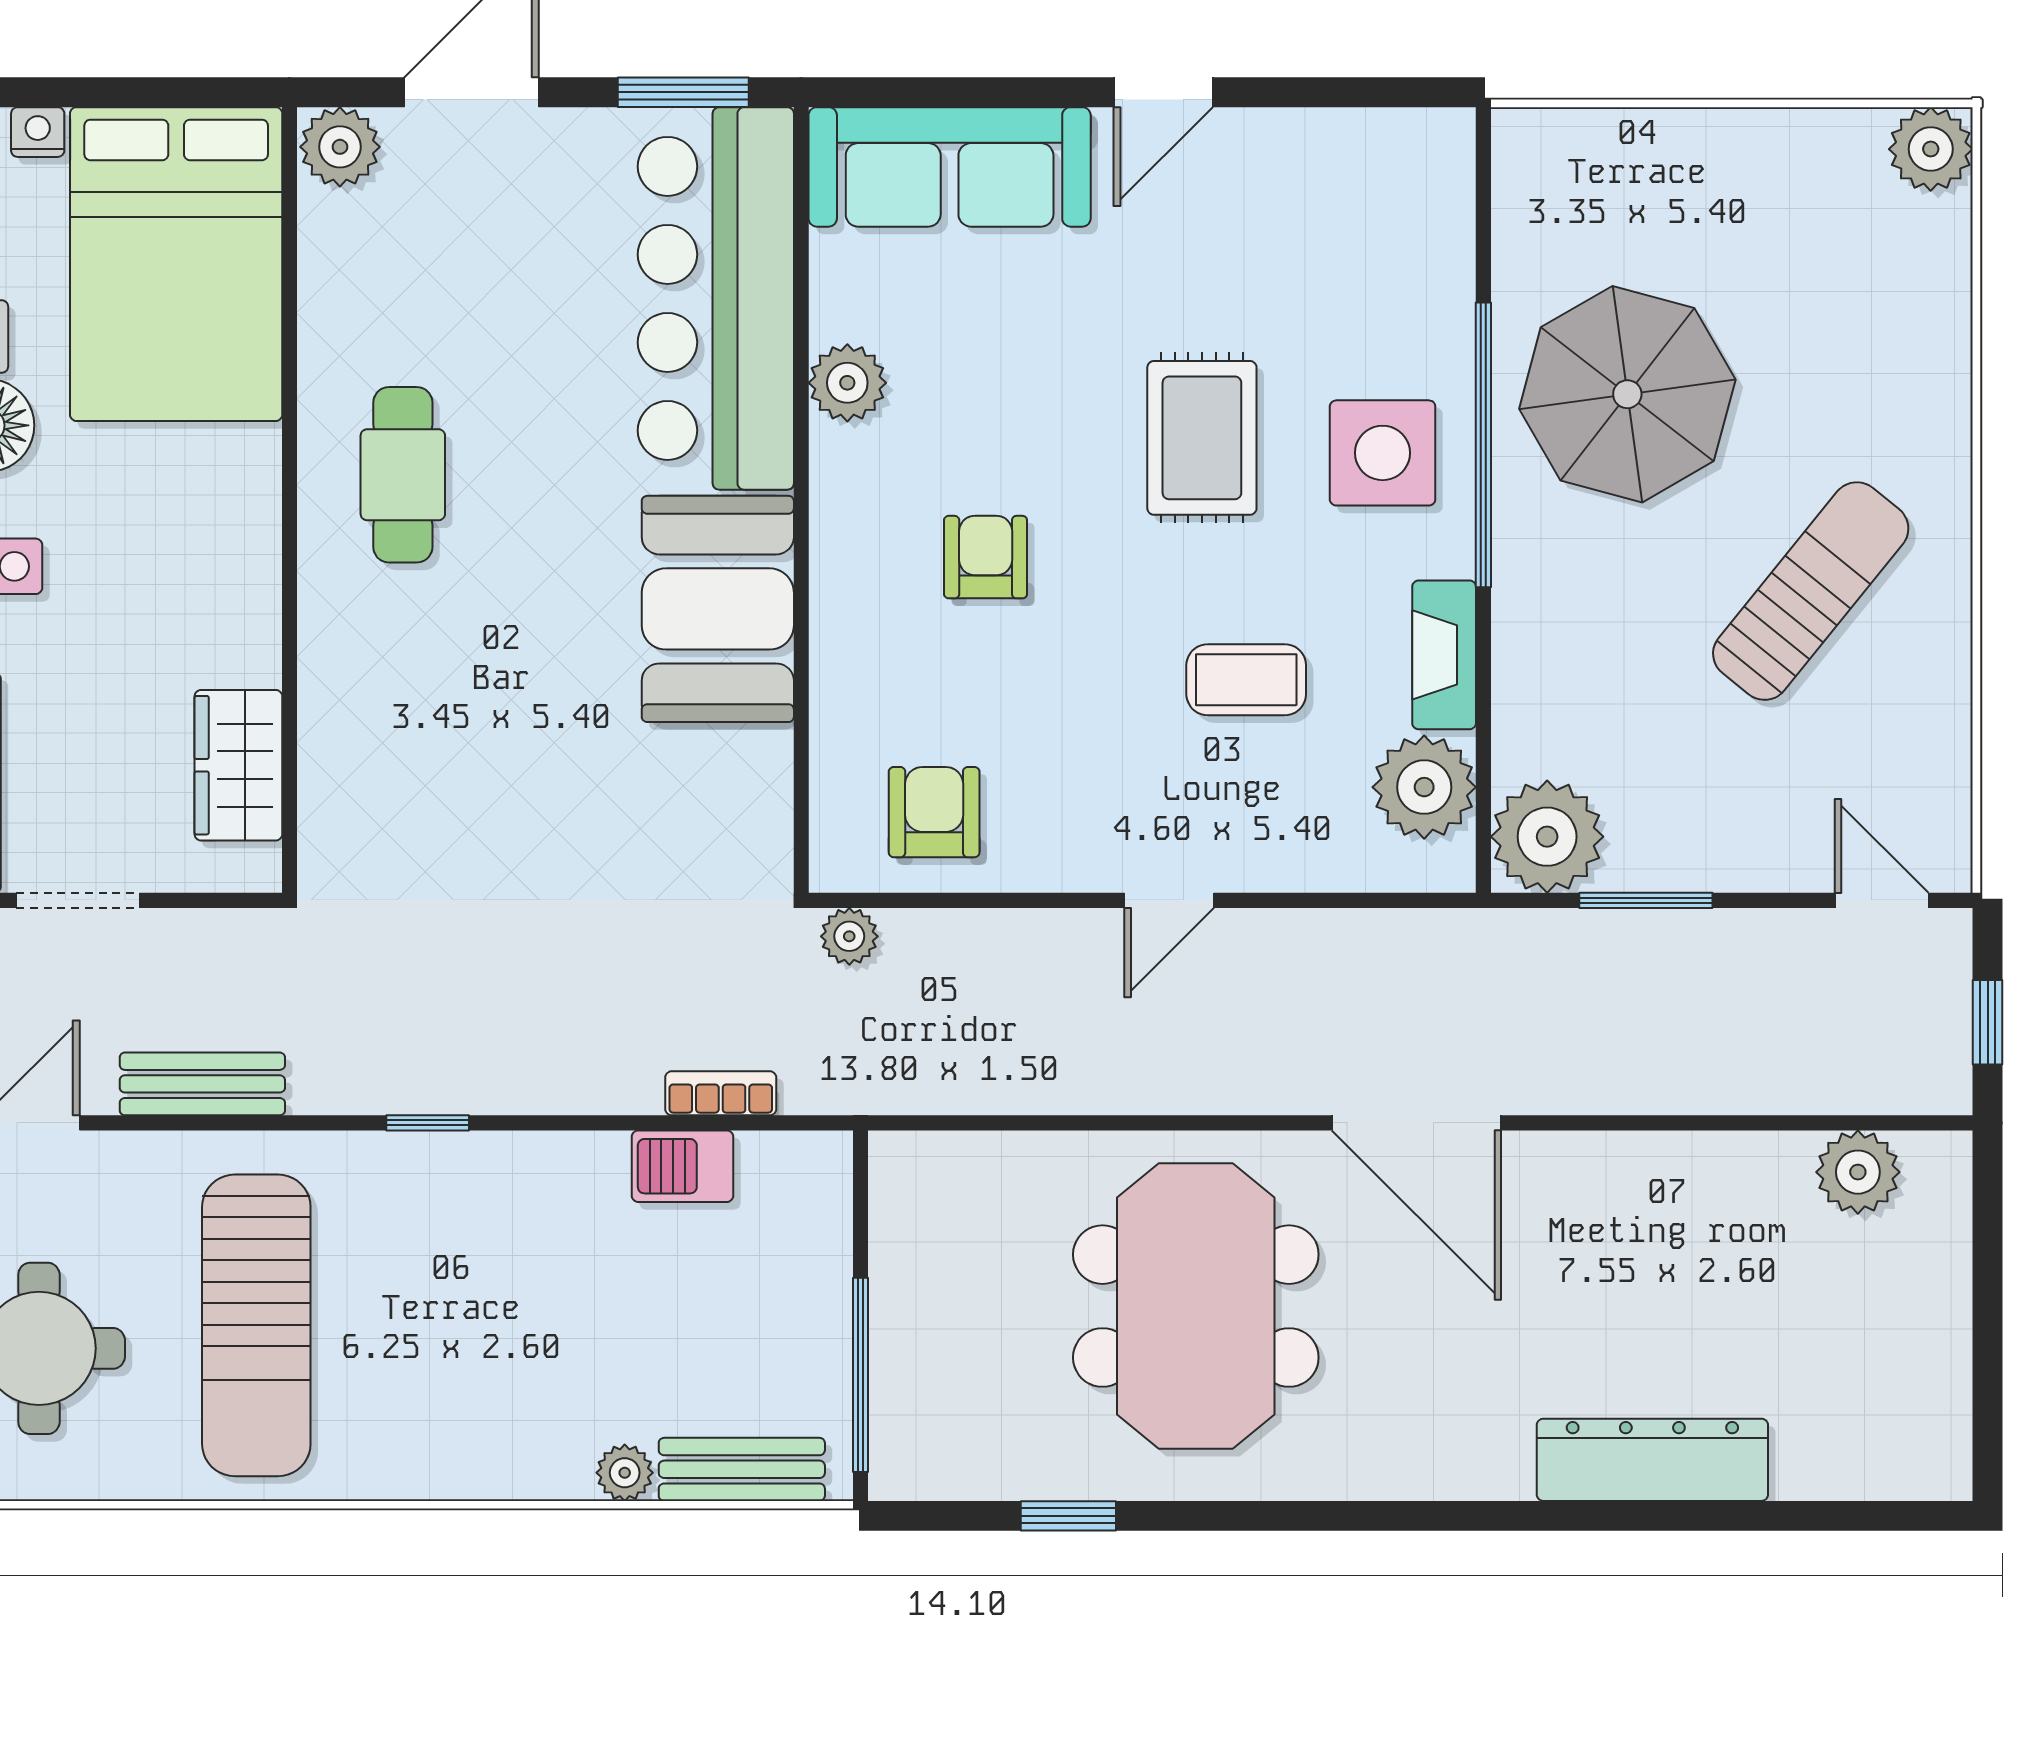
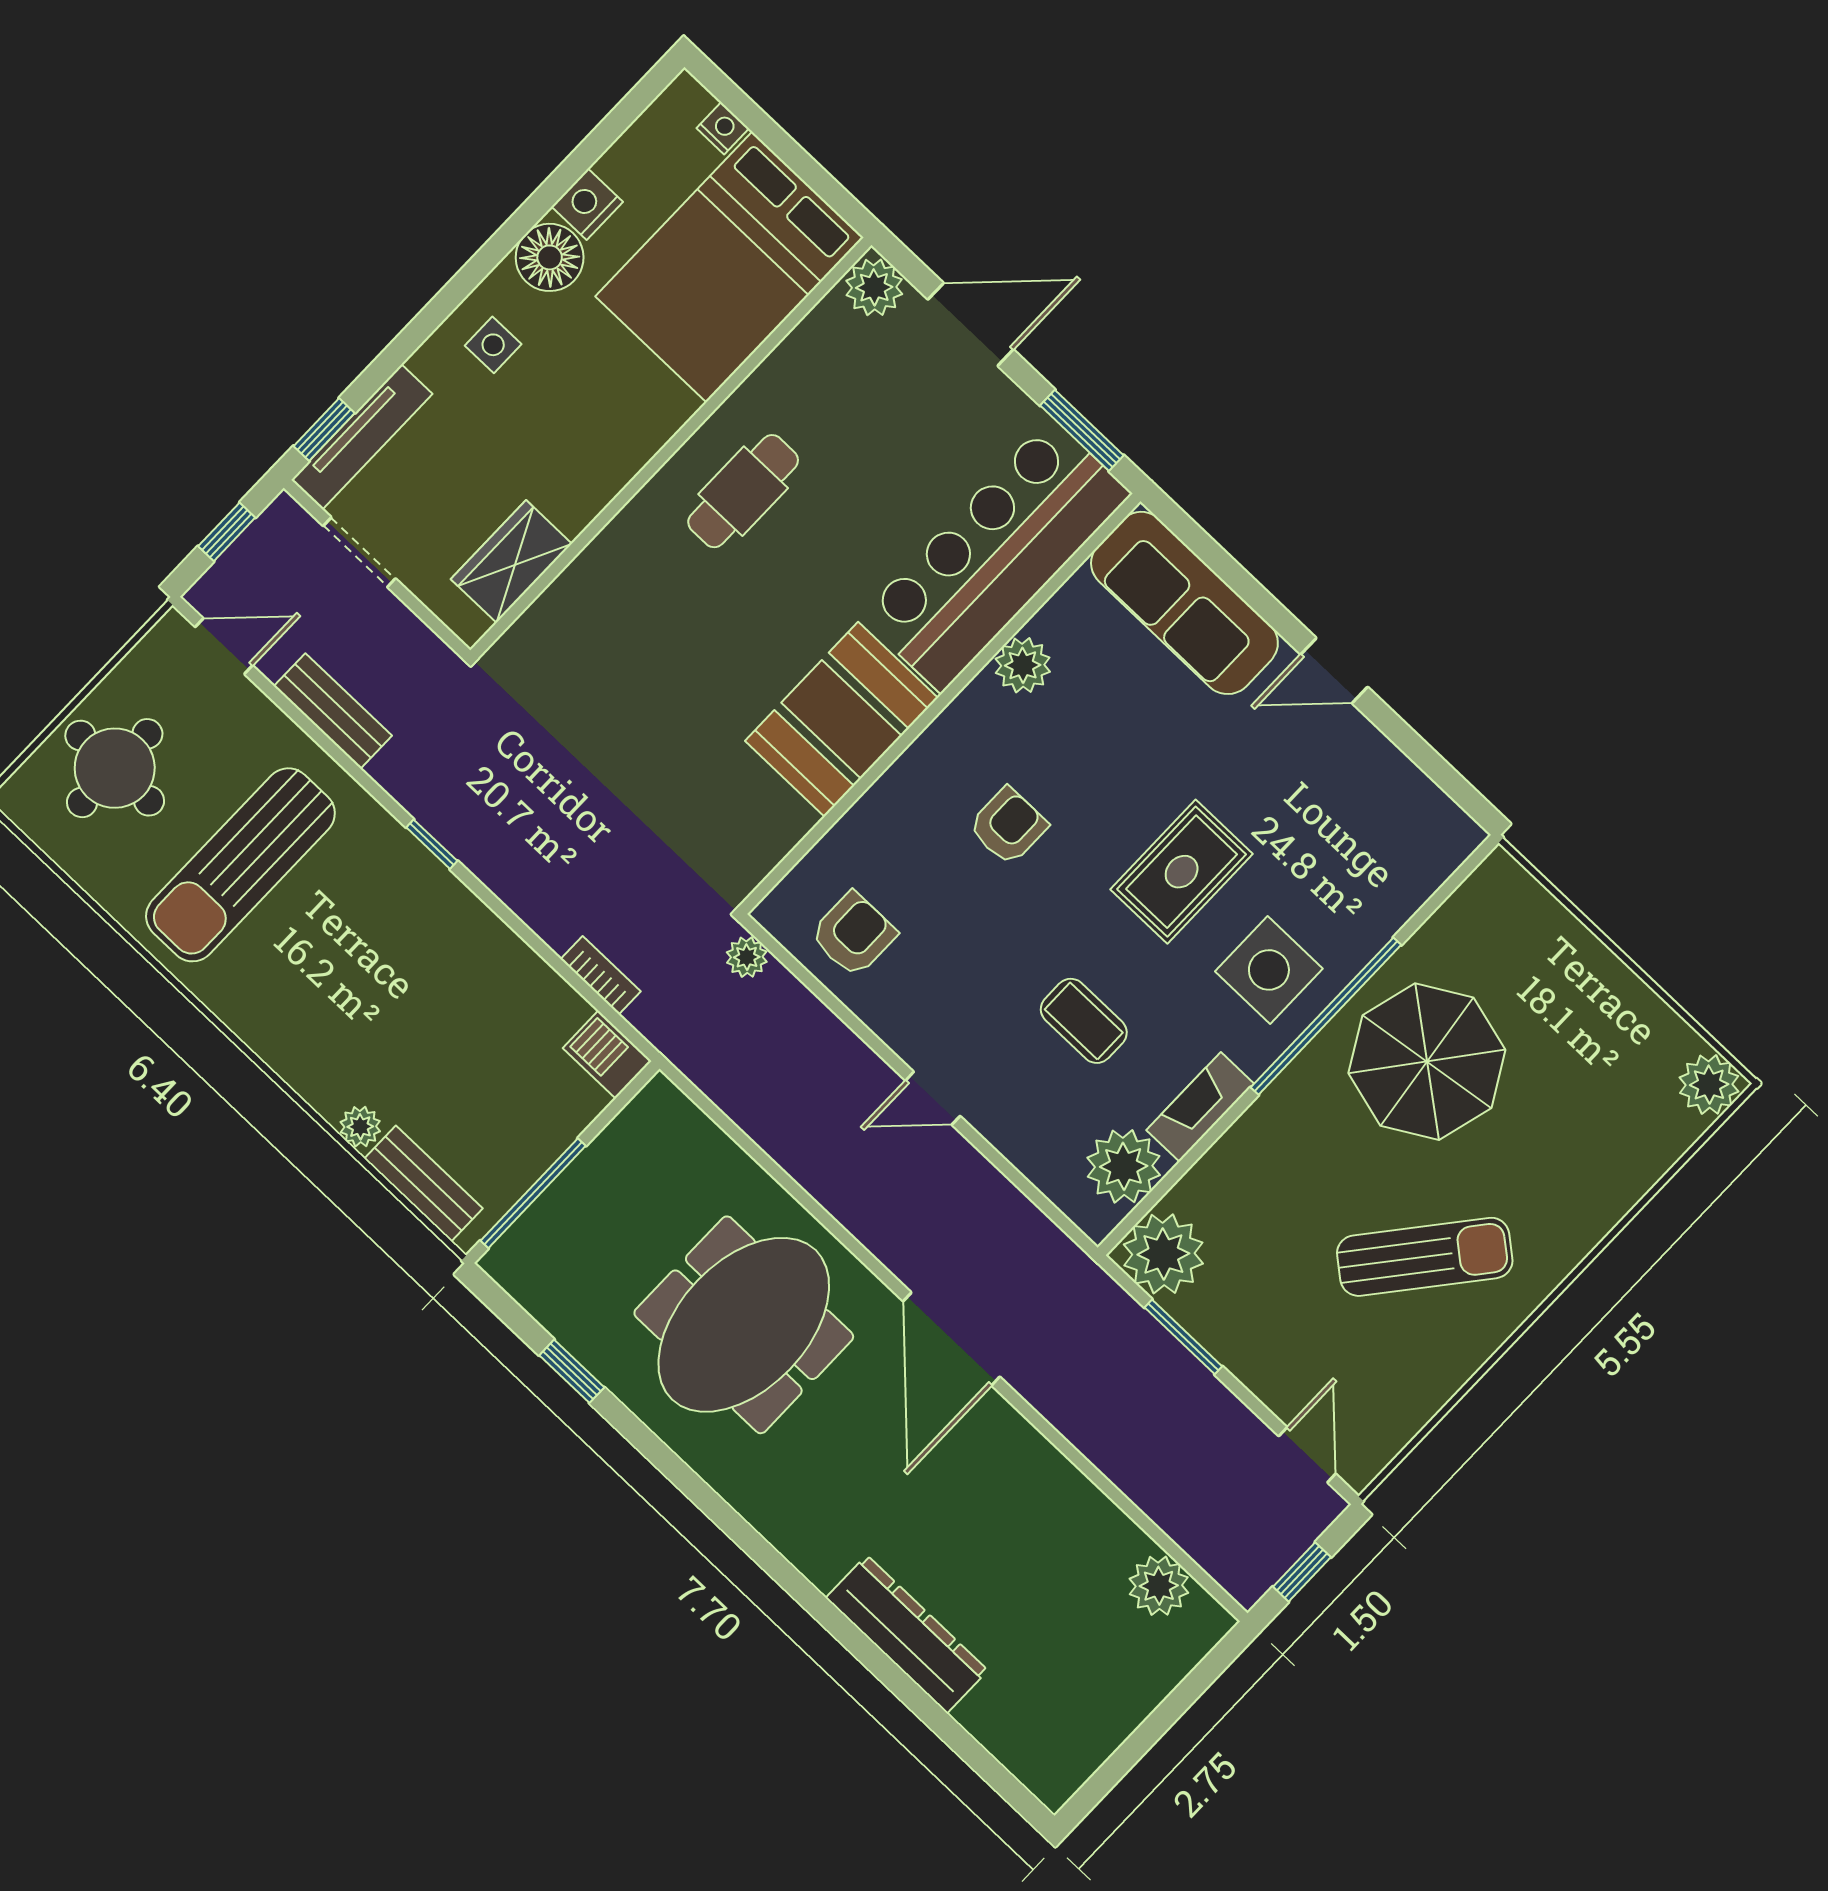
barbecue: (683, 1166) -> (607, 1055), moved

